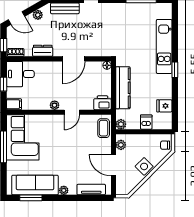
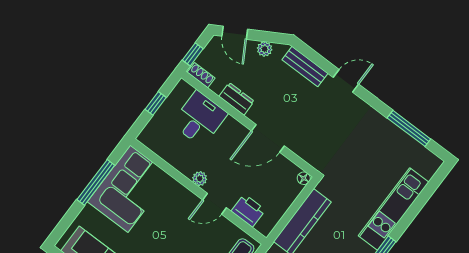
desk: (20, 74) -> (199, 119), moved, turned 90
printer: (102, 103) -> (248, 210), moved
filing cabinet: (14, 104) -> (150, 139), removed

